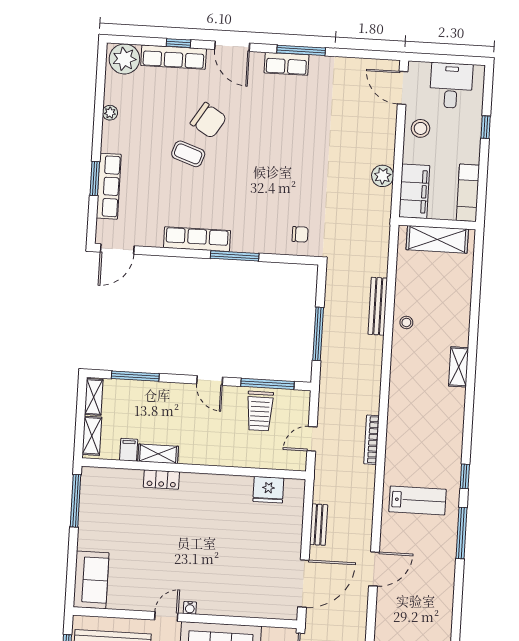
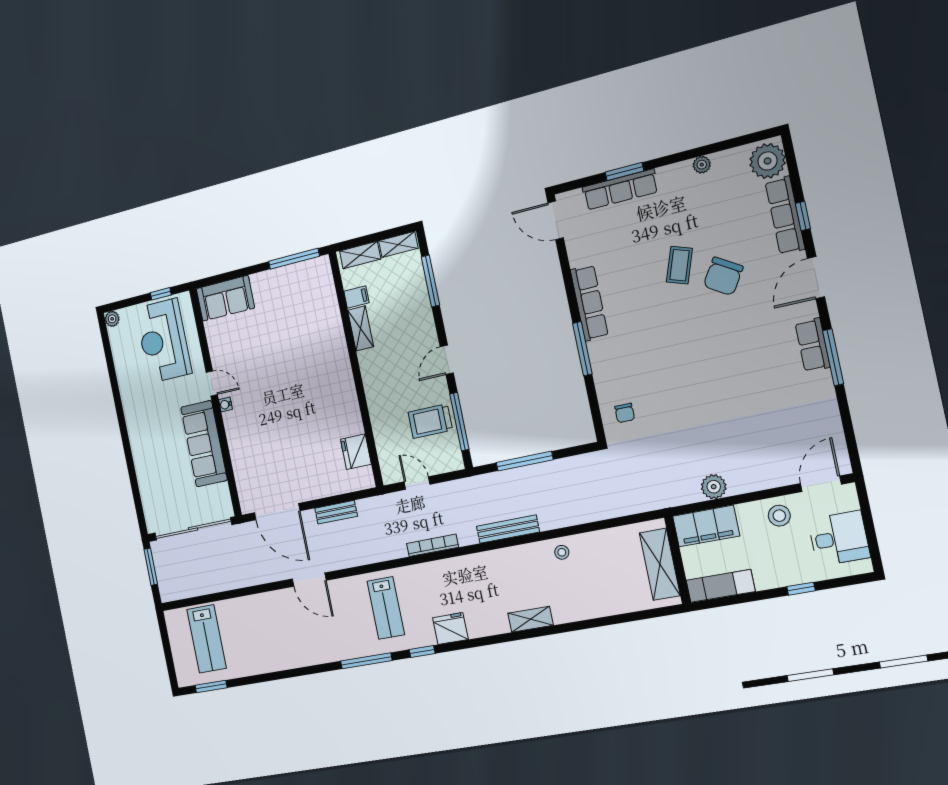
bench: (378, 306) -> (508, 529), moved
fridge: (450, 444) -> (450, 628), added
locker: (161, 480) -> (337, 339), removed

